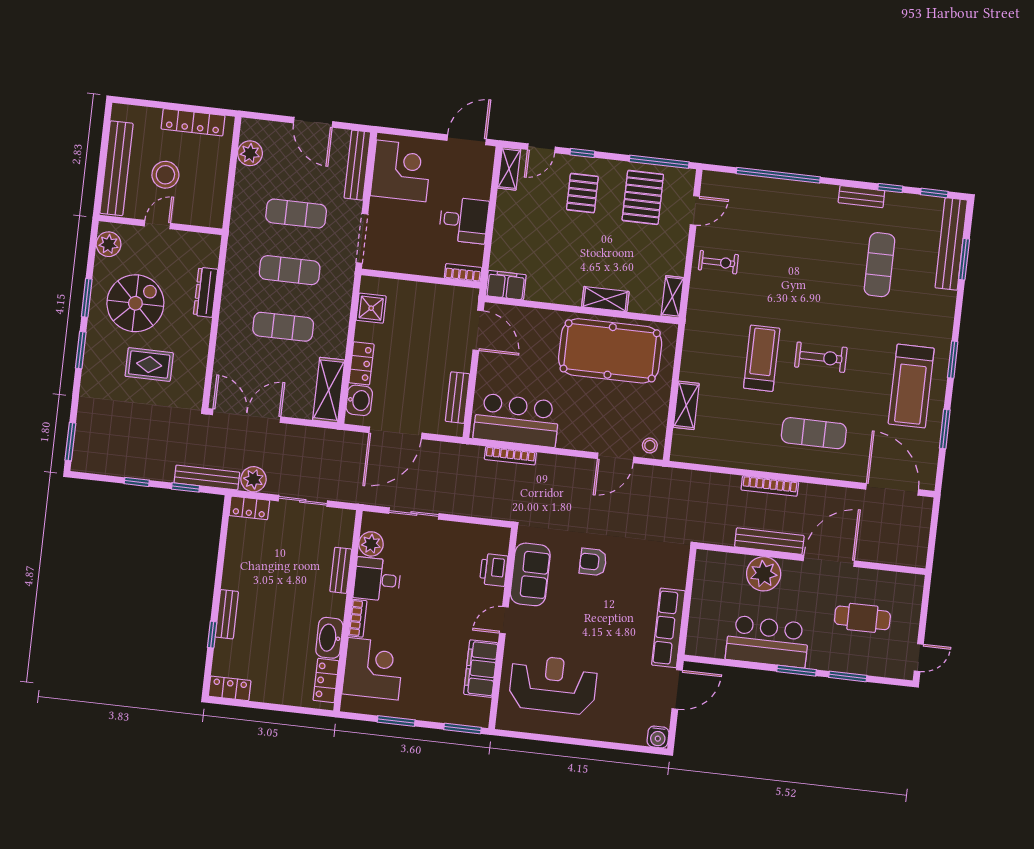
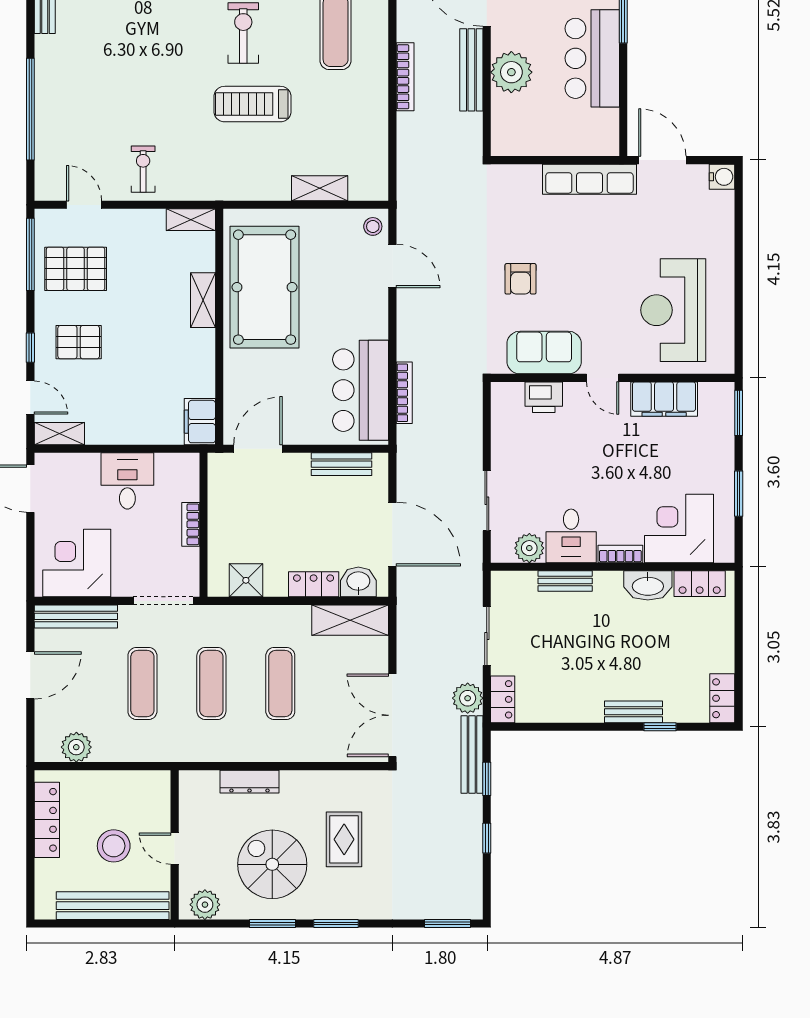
bookcase: (463, 273) -> (191, 524), moved

